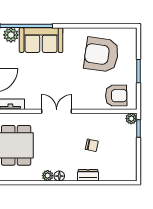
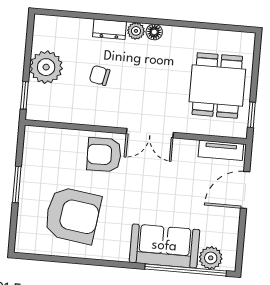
armchair: (116, 96) -> (104, 155), moved
plant: (131, 119) -> (46, 67), moved, width x1.87, depth x1.87
plant: (48, 176) -> (136, 31), moved

